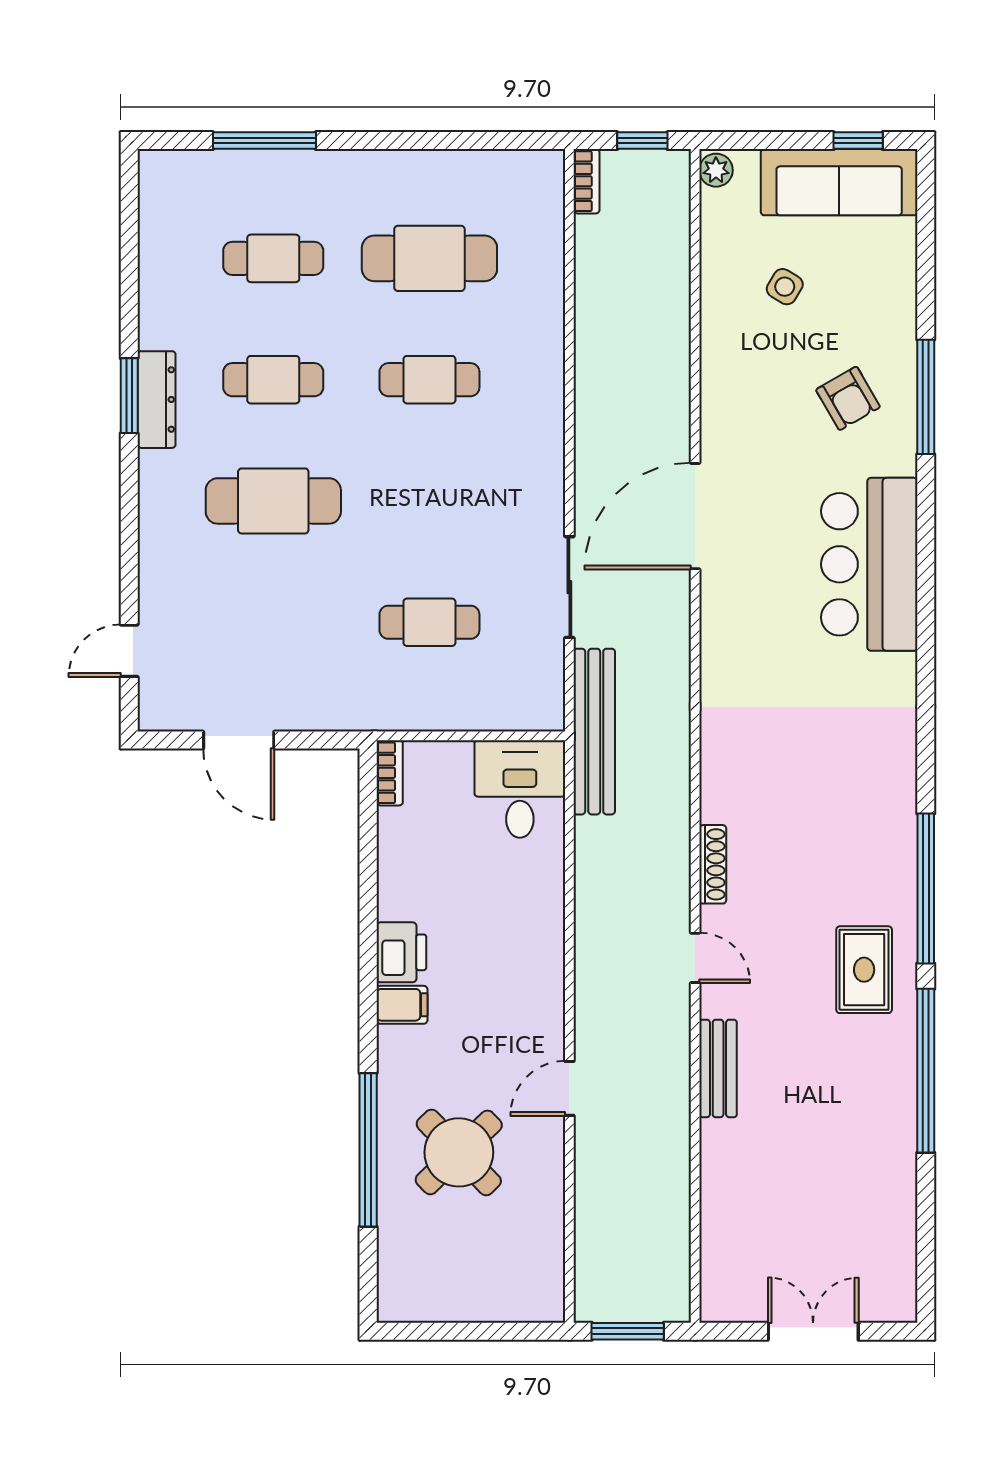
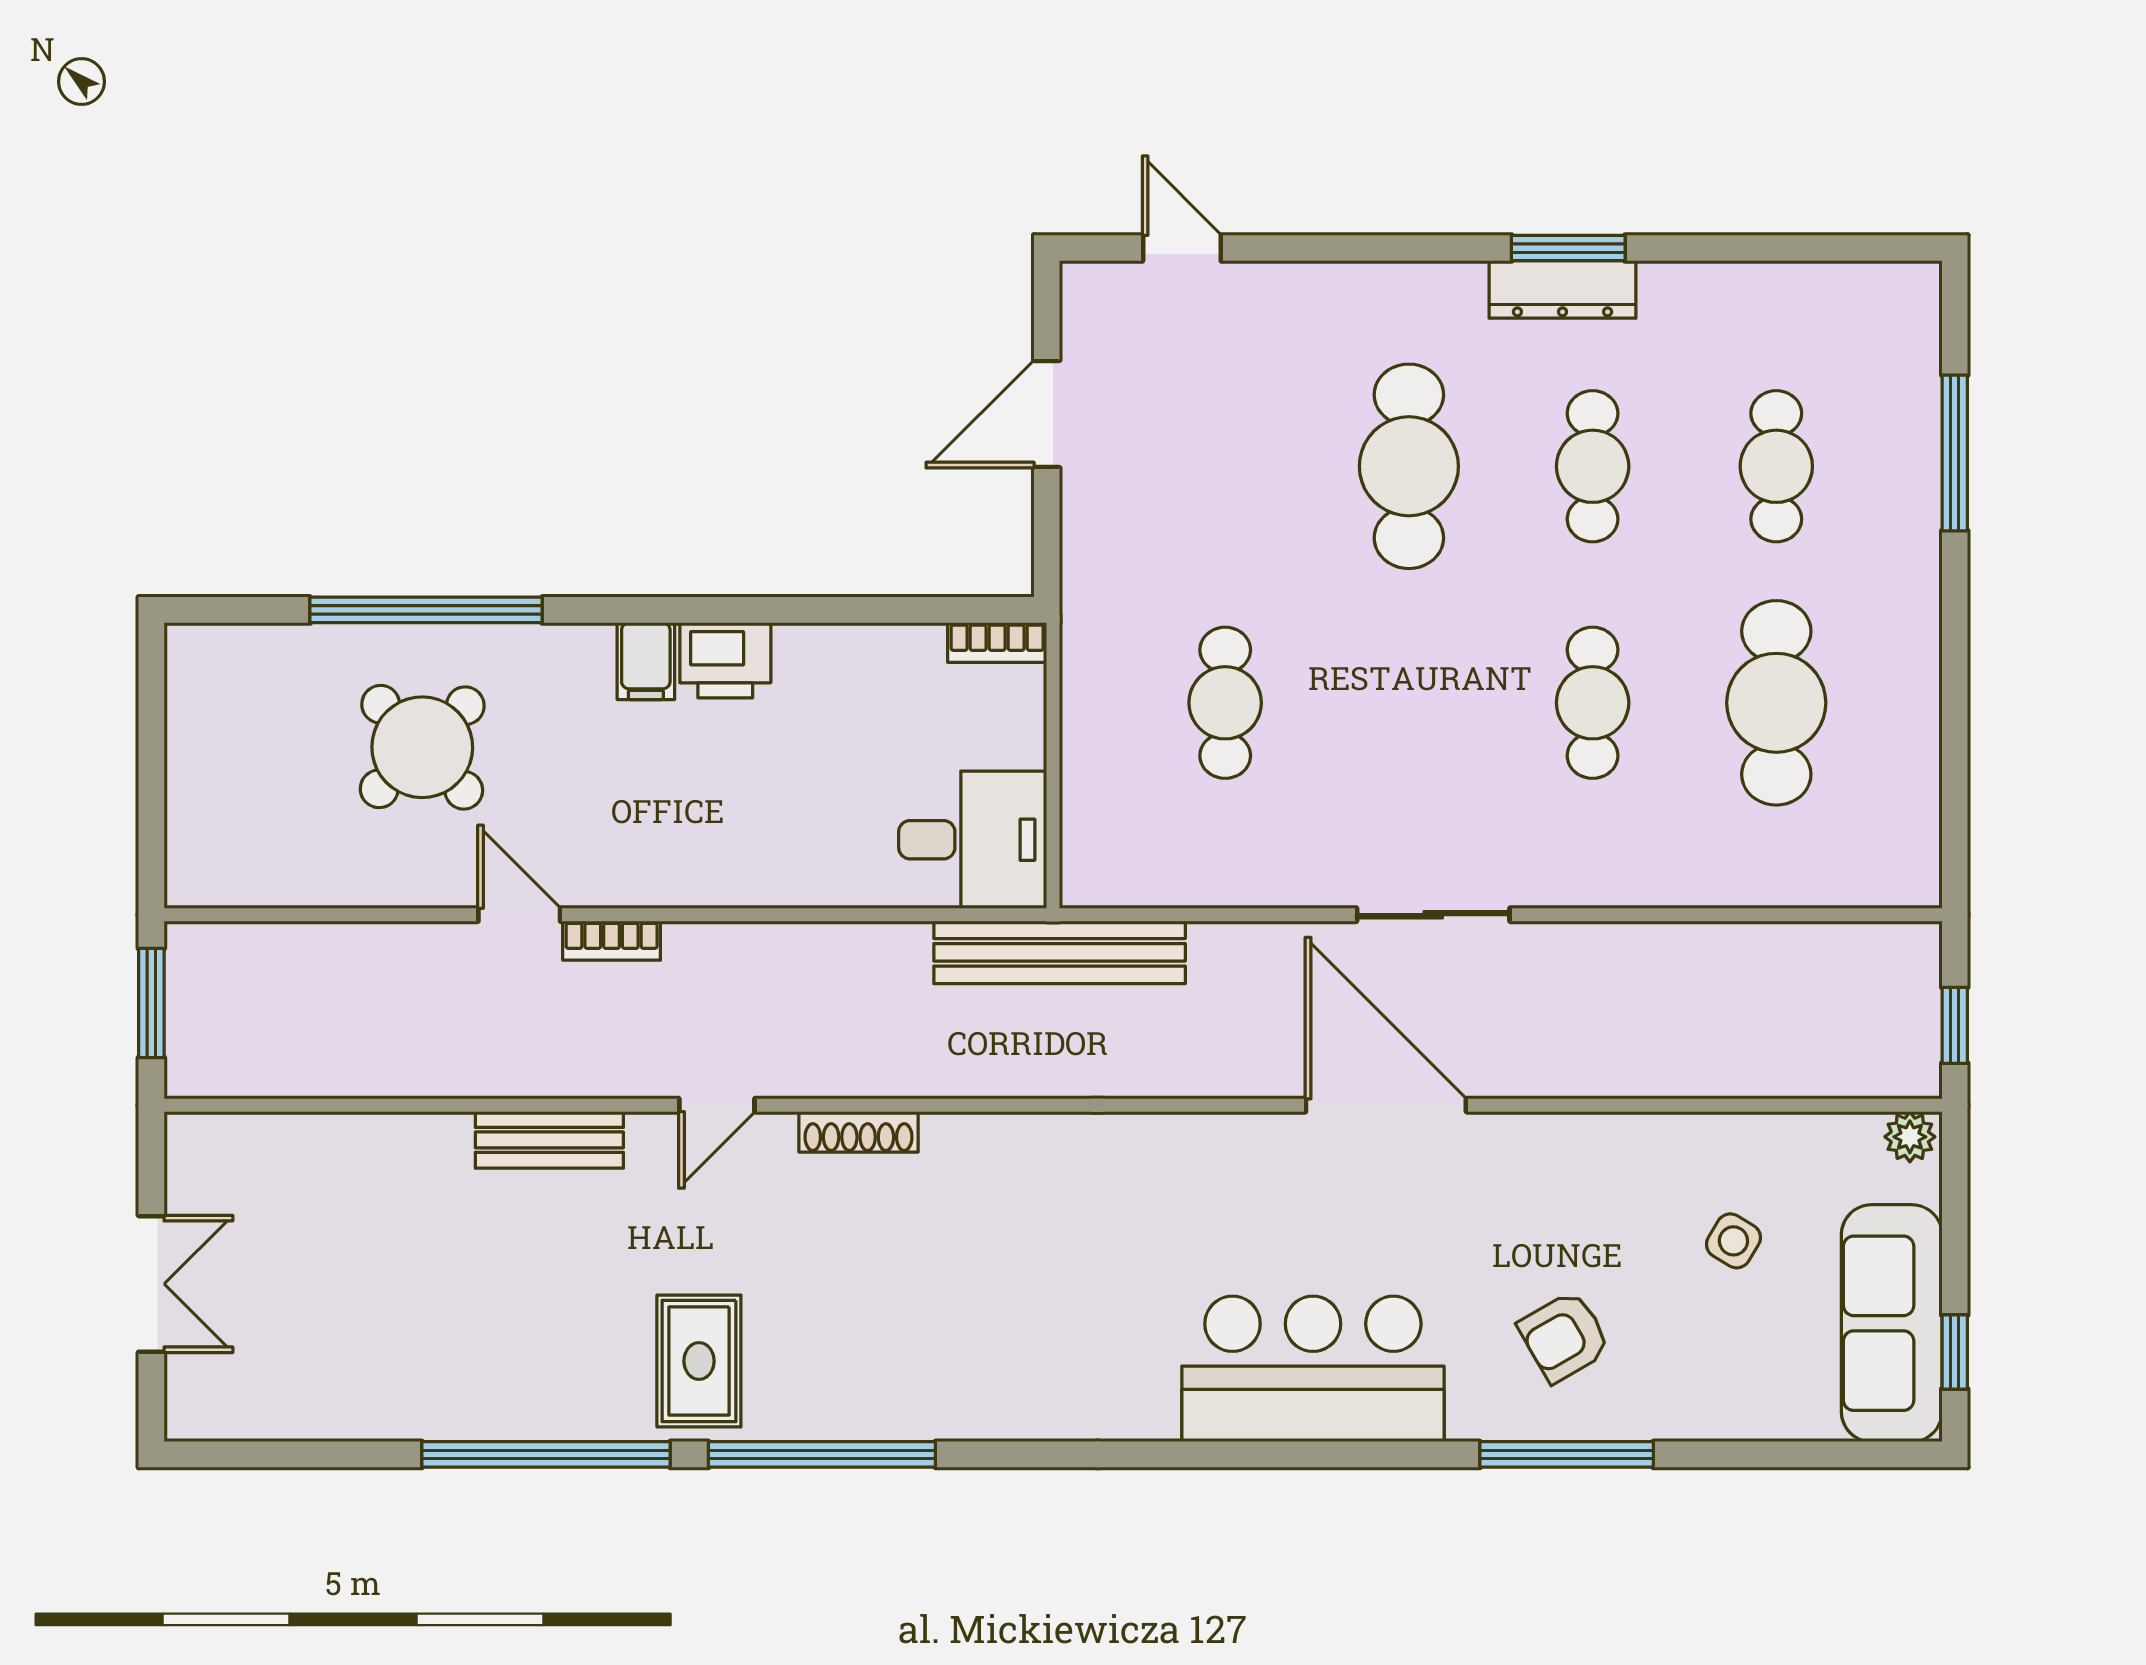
bookcase: (586, 181) -> (612, 941), moved
sliding door: (569, 587) -> (1433, 915), moved
rug: (864, 970) -> (699, 1361), turned 90

